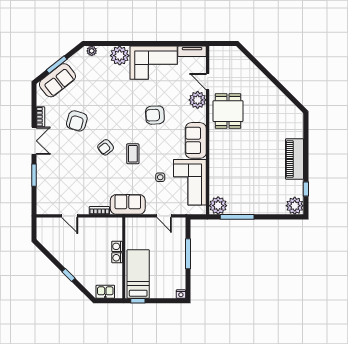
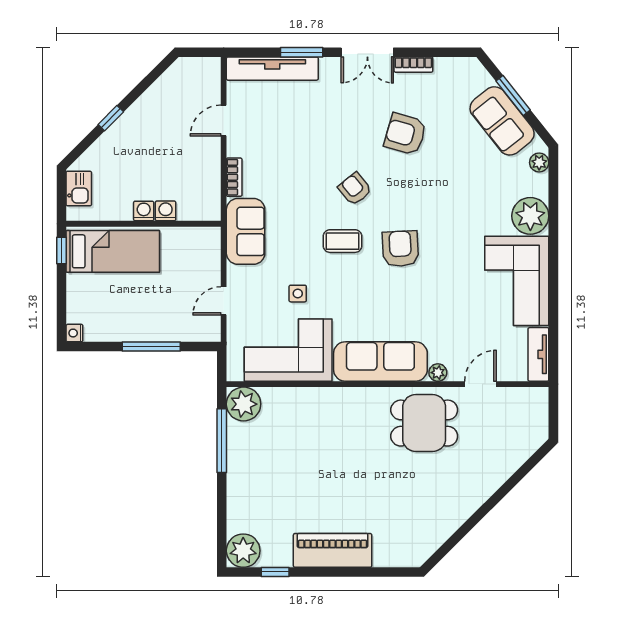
sofa: (57, 80) -> (502, 121), moved
plant: (198, 100) -> (438, 373), width x0.53, depth x0.53
armchair: (155, 115) -> (400, 249), moved
sofa: (196, 140) -> (380, 361), width x1.36
tv unit: (43, 190) -> (272, 69), added

